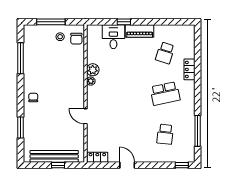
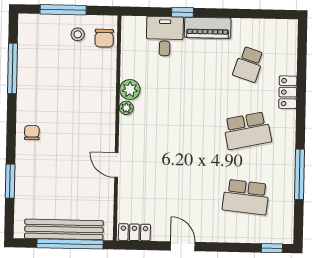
window: (198, 131) -> (299, 174), moved
school desk: (165, 134) -> (246, 197), width x1.85
window: (58, 165) -> (70, 244), width x3.17

